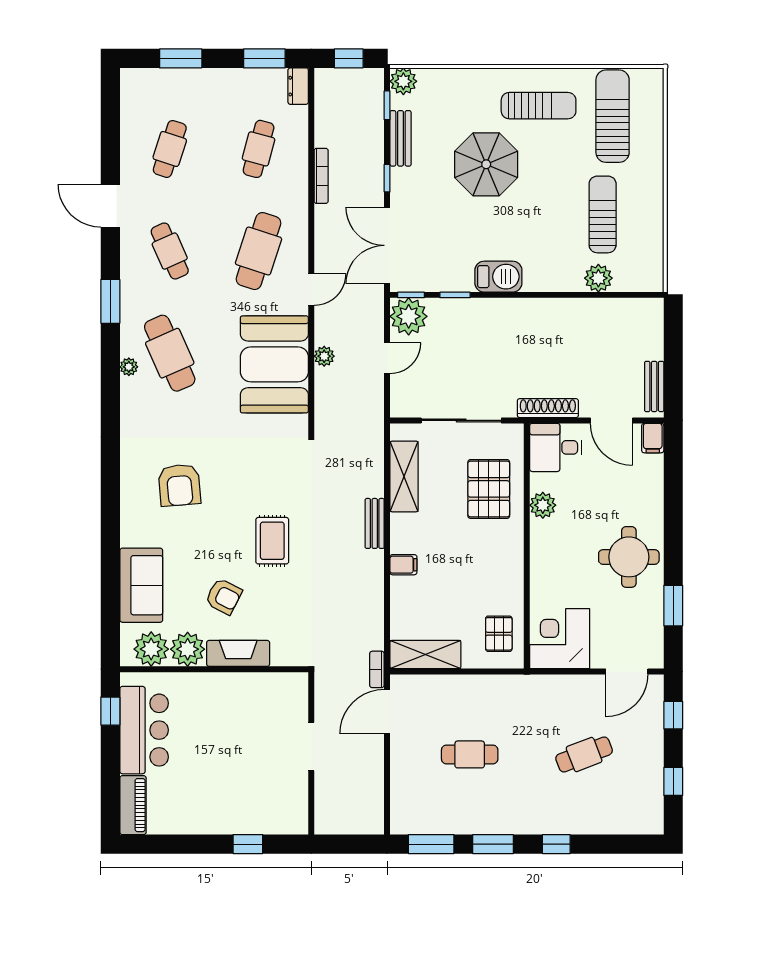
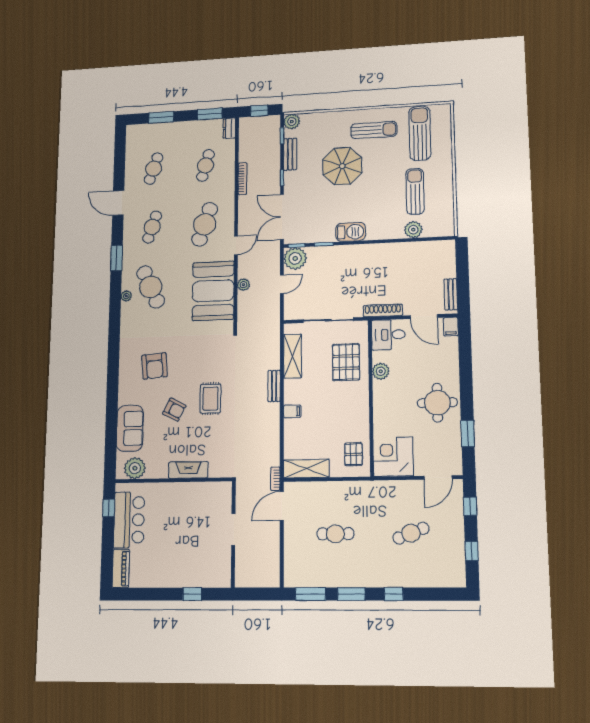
cafe table: (170, 251) -> (152, 227), turned 42
armchair: (224, 596) -> (174, 410), moved
plant: (188, 649) -> (157, 468), removed

